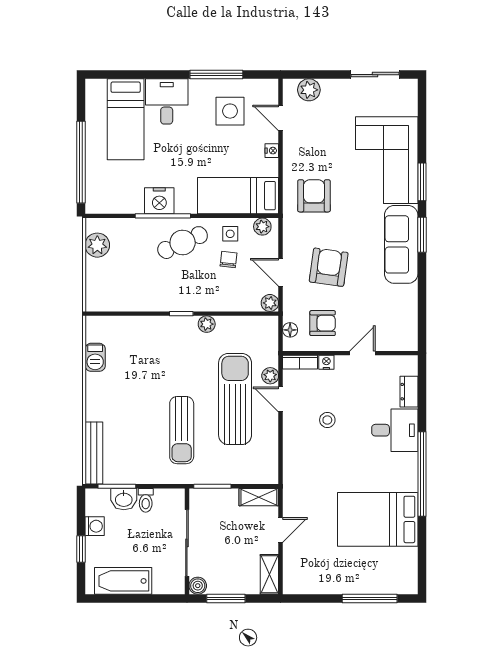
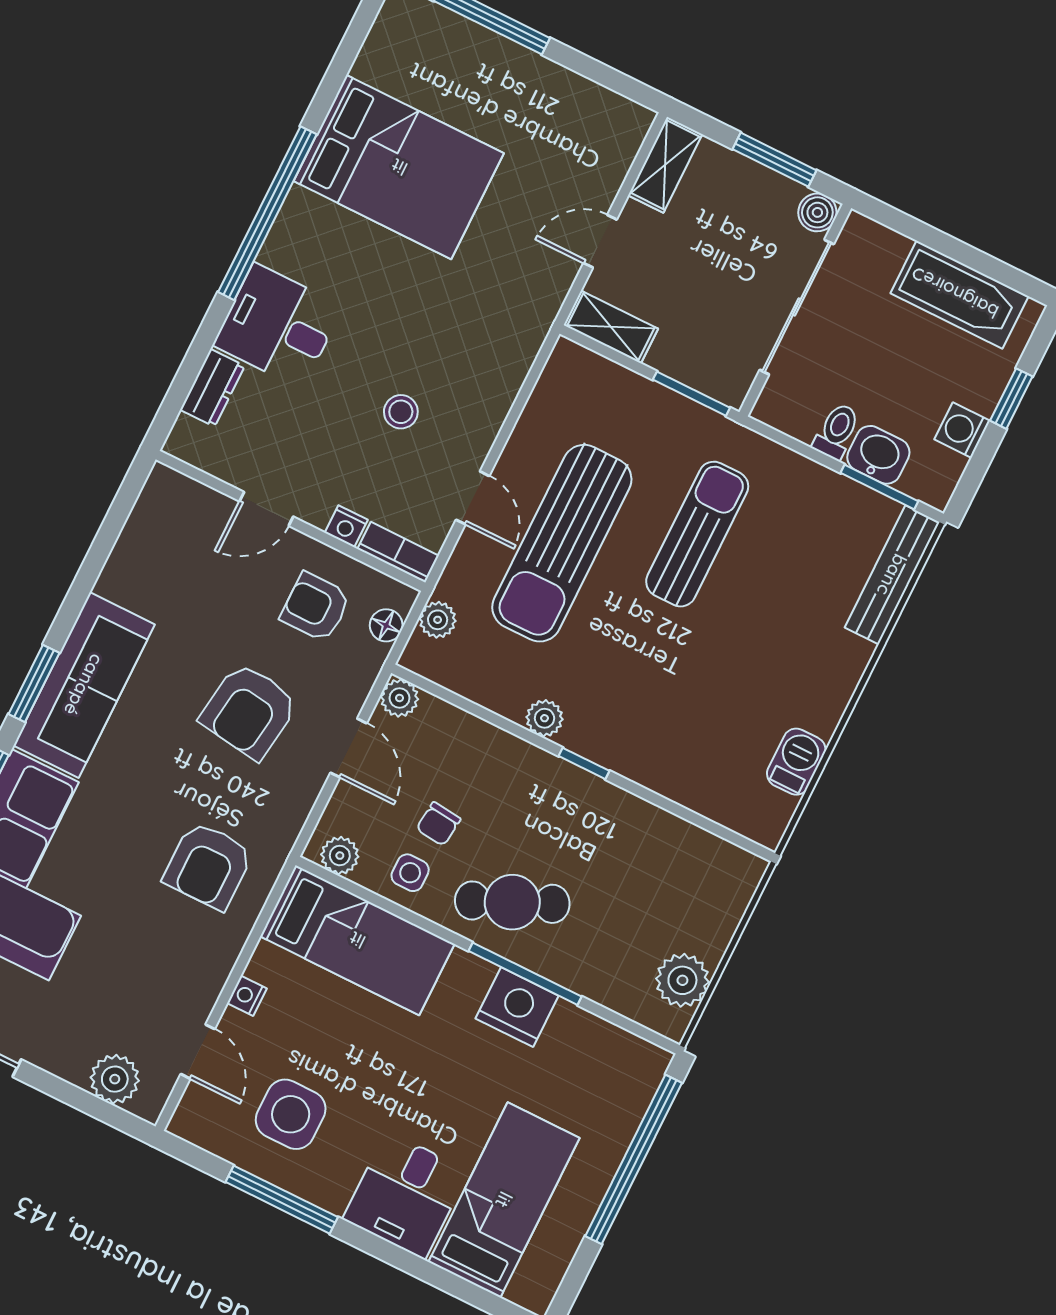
plant: (270, 376) -> (438, 620), moved

